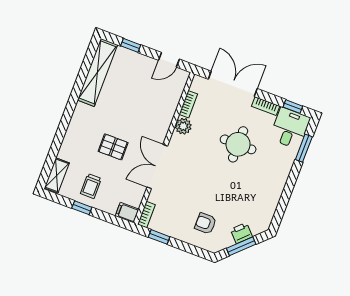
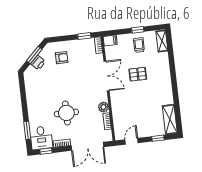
shelving: (97, 72) -> (170, 119), width x0.68

